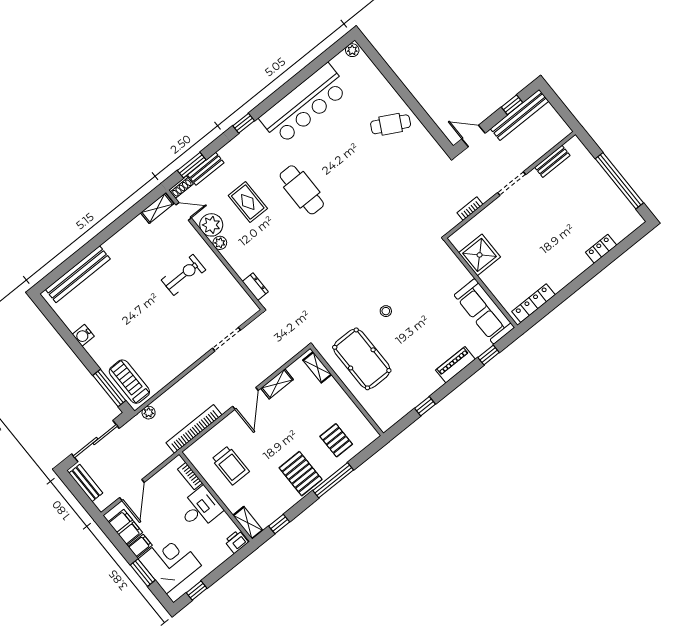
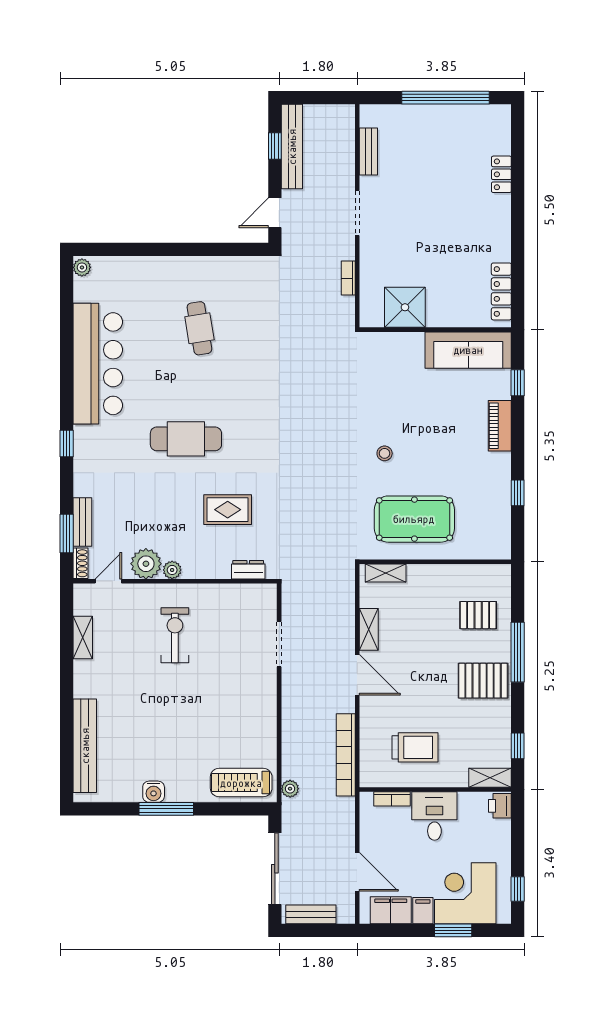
cafe table: (391, 124) -> (199, 328), moved, turned -37
rug: (248, 202) -> (228, 510), moved
shelving: (157, 208) -> (83, 637), moved
window: (109, 388) -> (166, 809), moved

